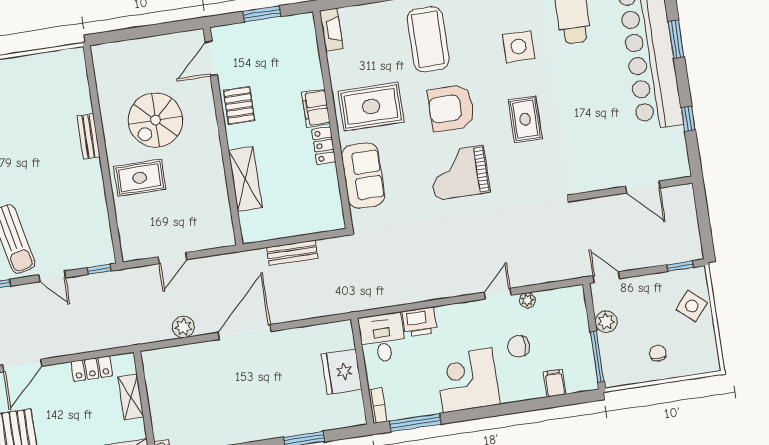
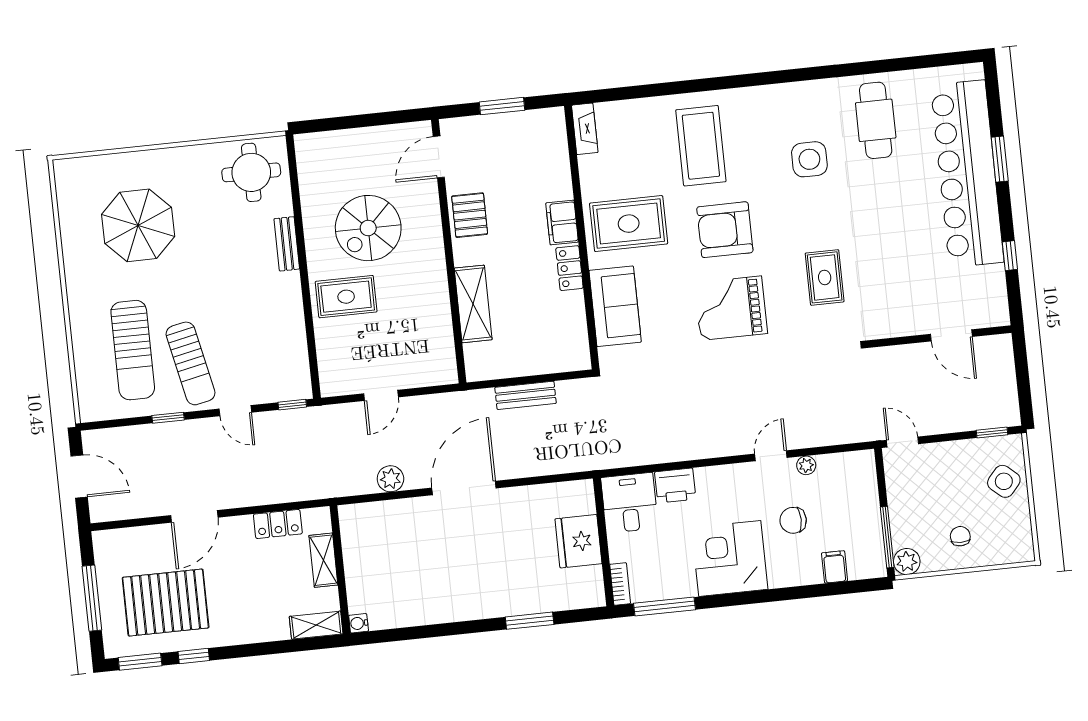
round table: (56, 78) -> (251, 172), added
rug: (525, 119) -> (825, 277), moved
plant: (606, 322) -> (907, 561), moved

